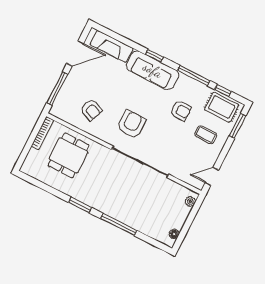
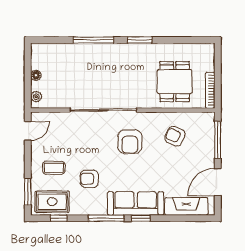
window: (194, 76) -> (106, 218), moved
floor lamp: (174, 234) -> (36, 75), moved

